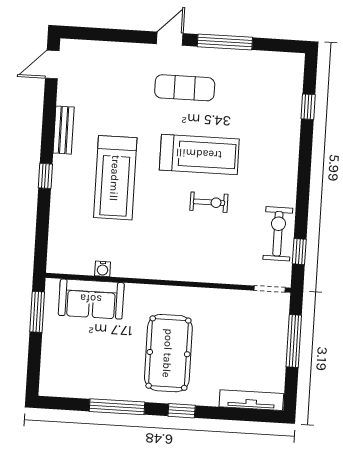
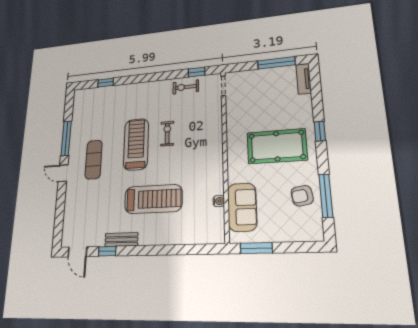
window: (45, 176) -> (107, 251), moved
exercise bike: (278, 234) -> (186, 87), width x0.73, depth x0.72
window: (294, 341) -> (276, 63), moved
armchair: (98, 377) -> (302, 196), added
tv unit: (251, 400) -> (304, 79), width x0.71
window: (117, 407) -> (326, 196), moved

